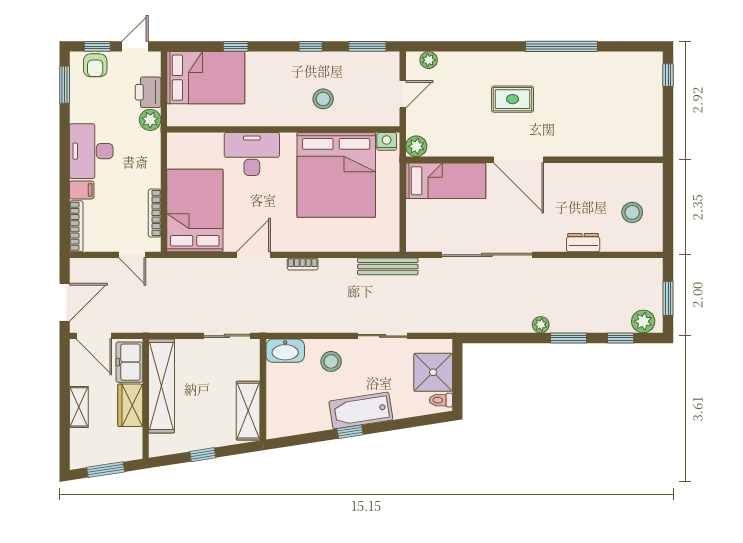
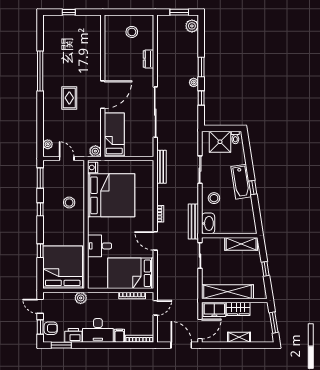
window: (668, 75) -> (69, 12), moved
bed: (206, 78) -> (63, 267), width x1.36
printer: (148, 92) -> (73, 335), moved, turned 180
desk: (252, 154) -> (100, 246), width x0.73
bench: (289, 324) -> (193, 222), added
window: (621, 338) -> (201, 98), moved

